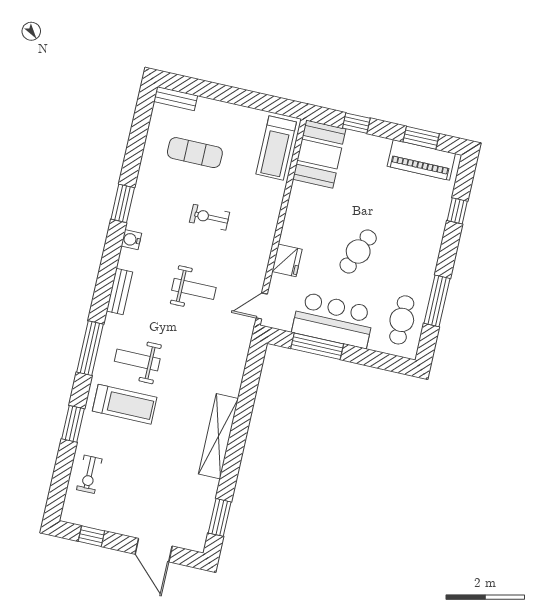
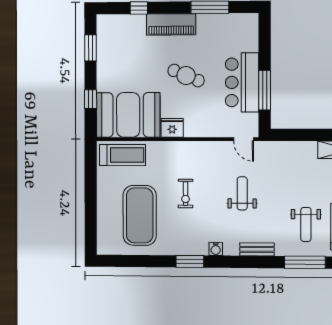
bench: (176, 99) -> (103, 239), removed
exercise mat: (195, 153) -> (140, 215), width x2.00, depth x1.45
booth: (319, 154) -> (128, 115), width x1.36, depth x1.42
piano: (421, 160) -> (171, 24), moved, turned 90
fridge: (287, 260) -> (172, 128), moved
cafe table: (402, 320) -> (230, 31), removed

